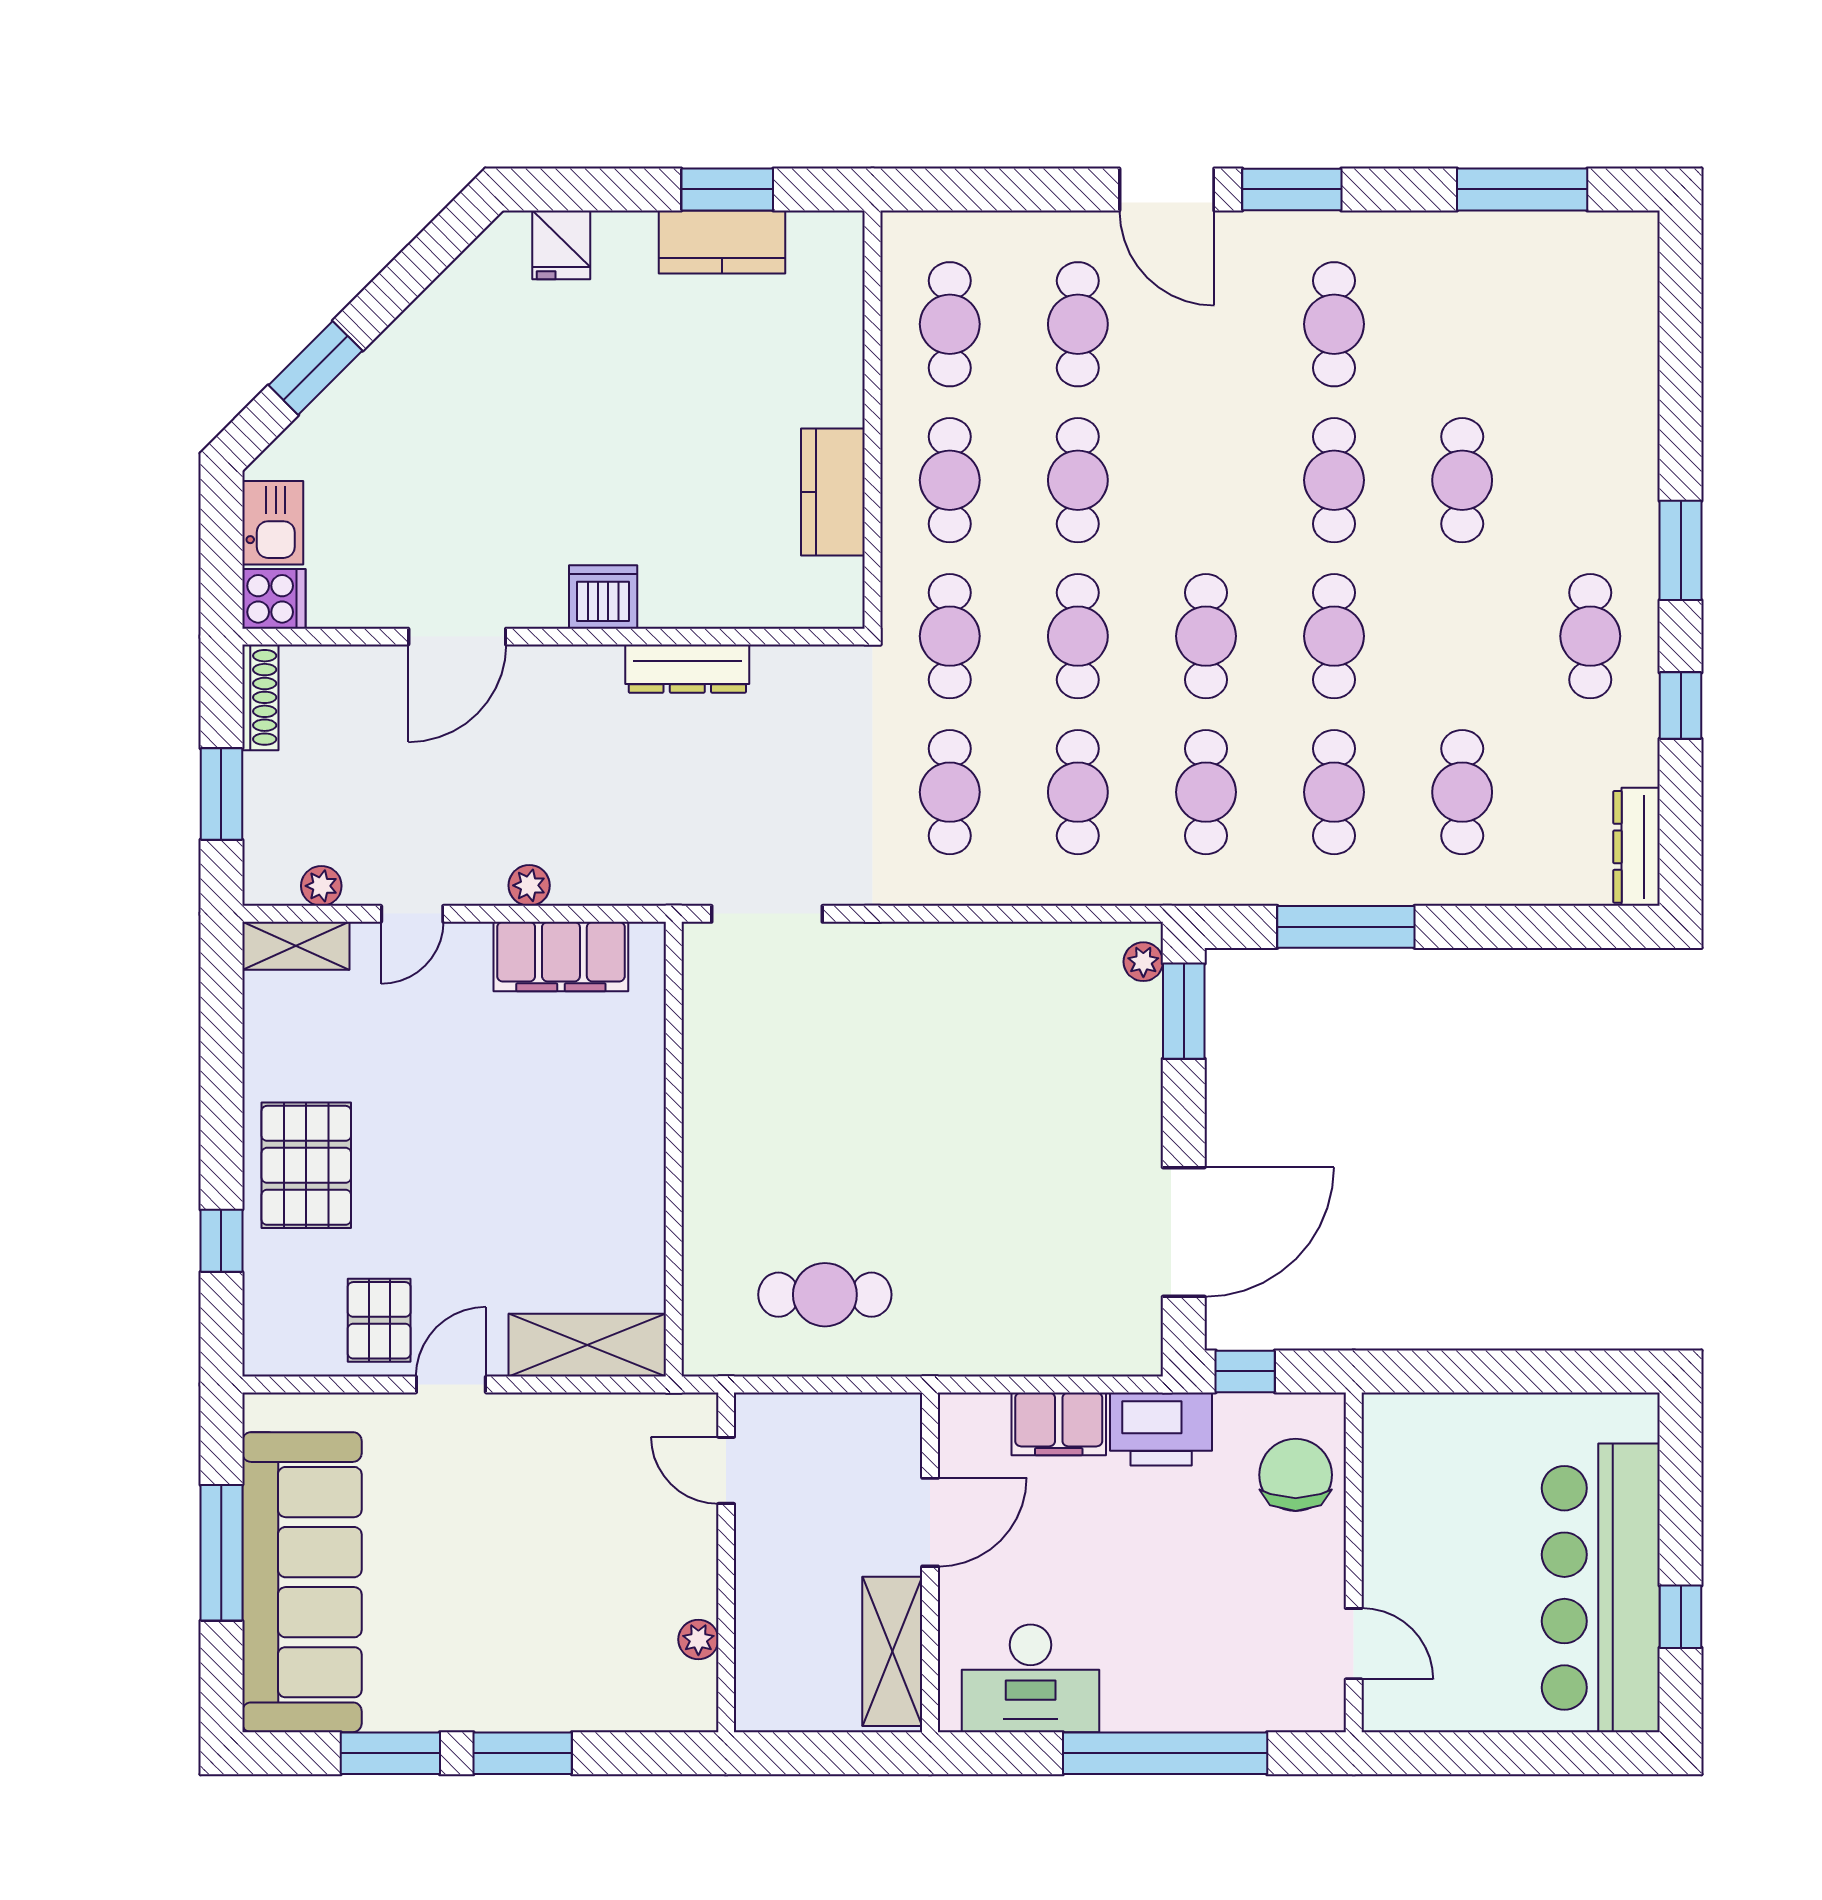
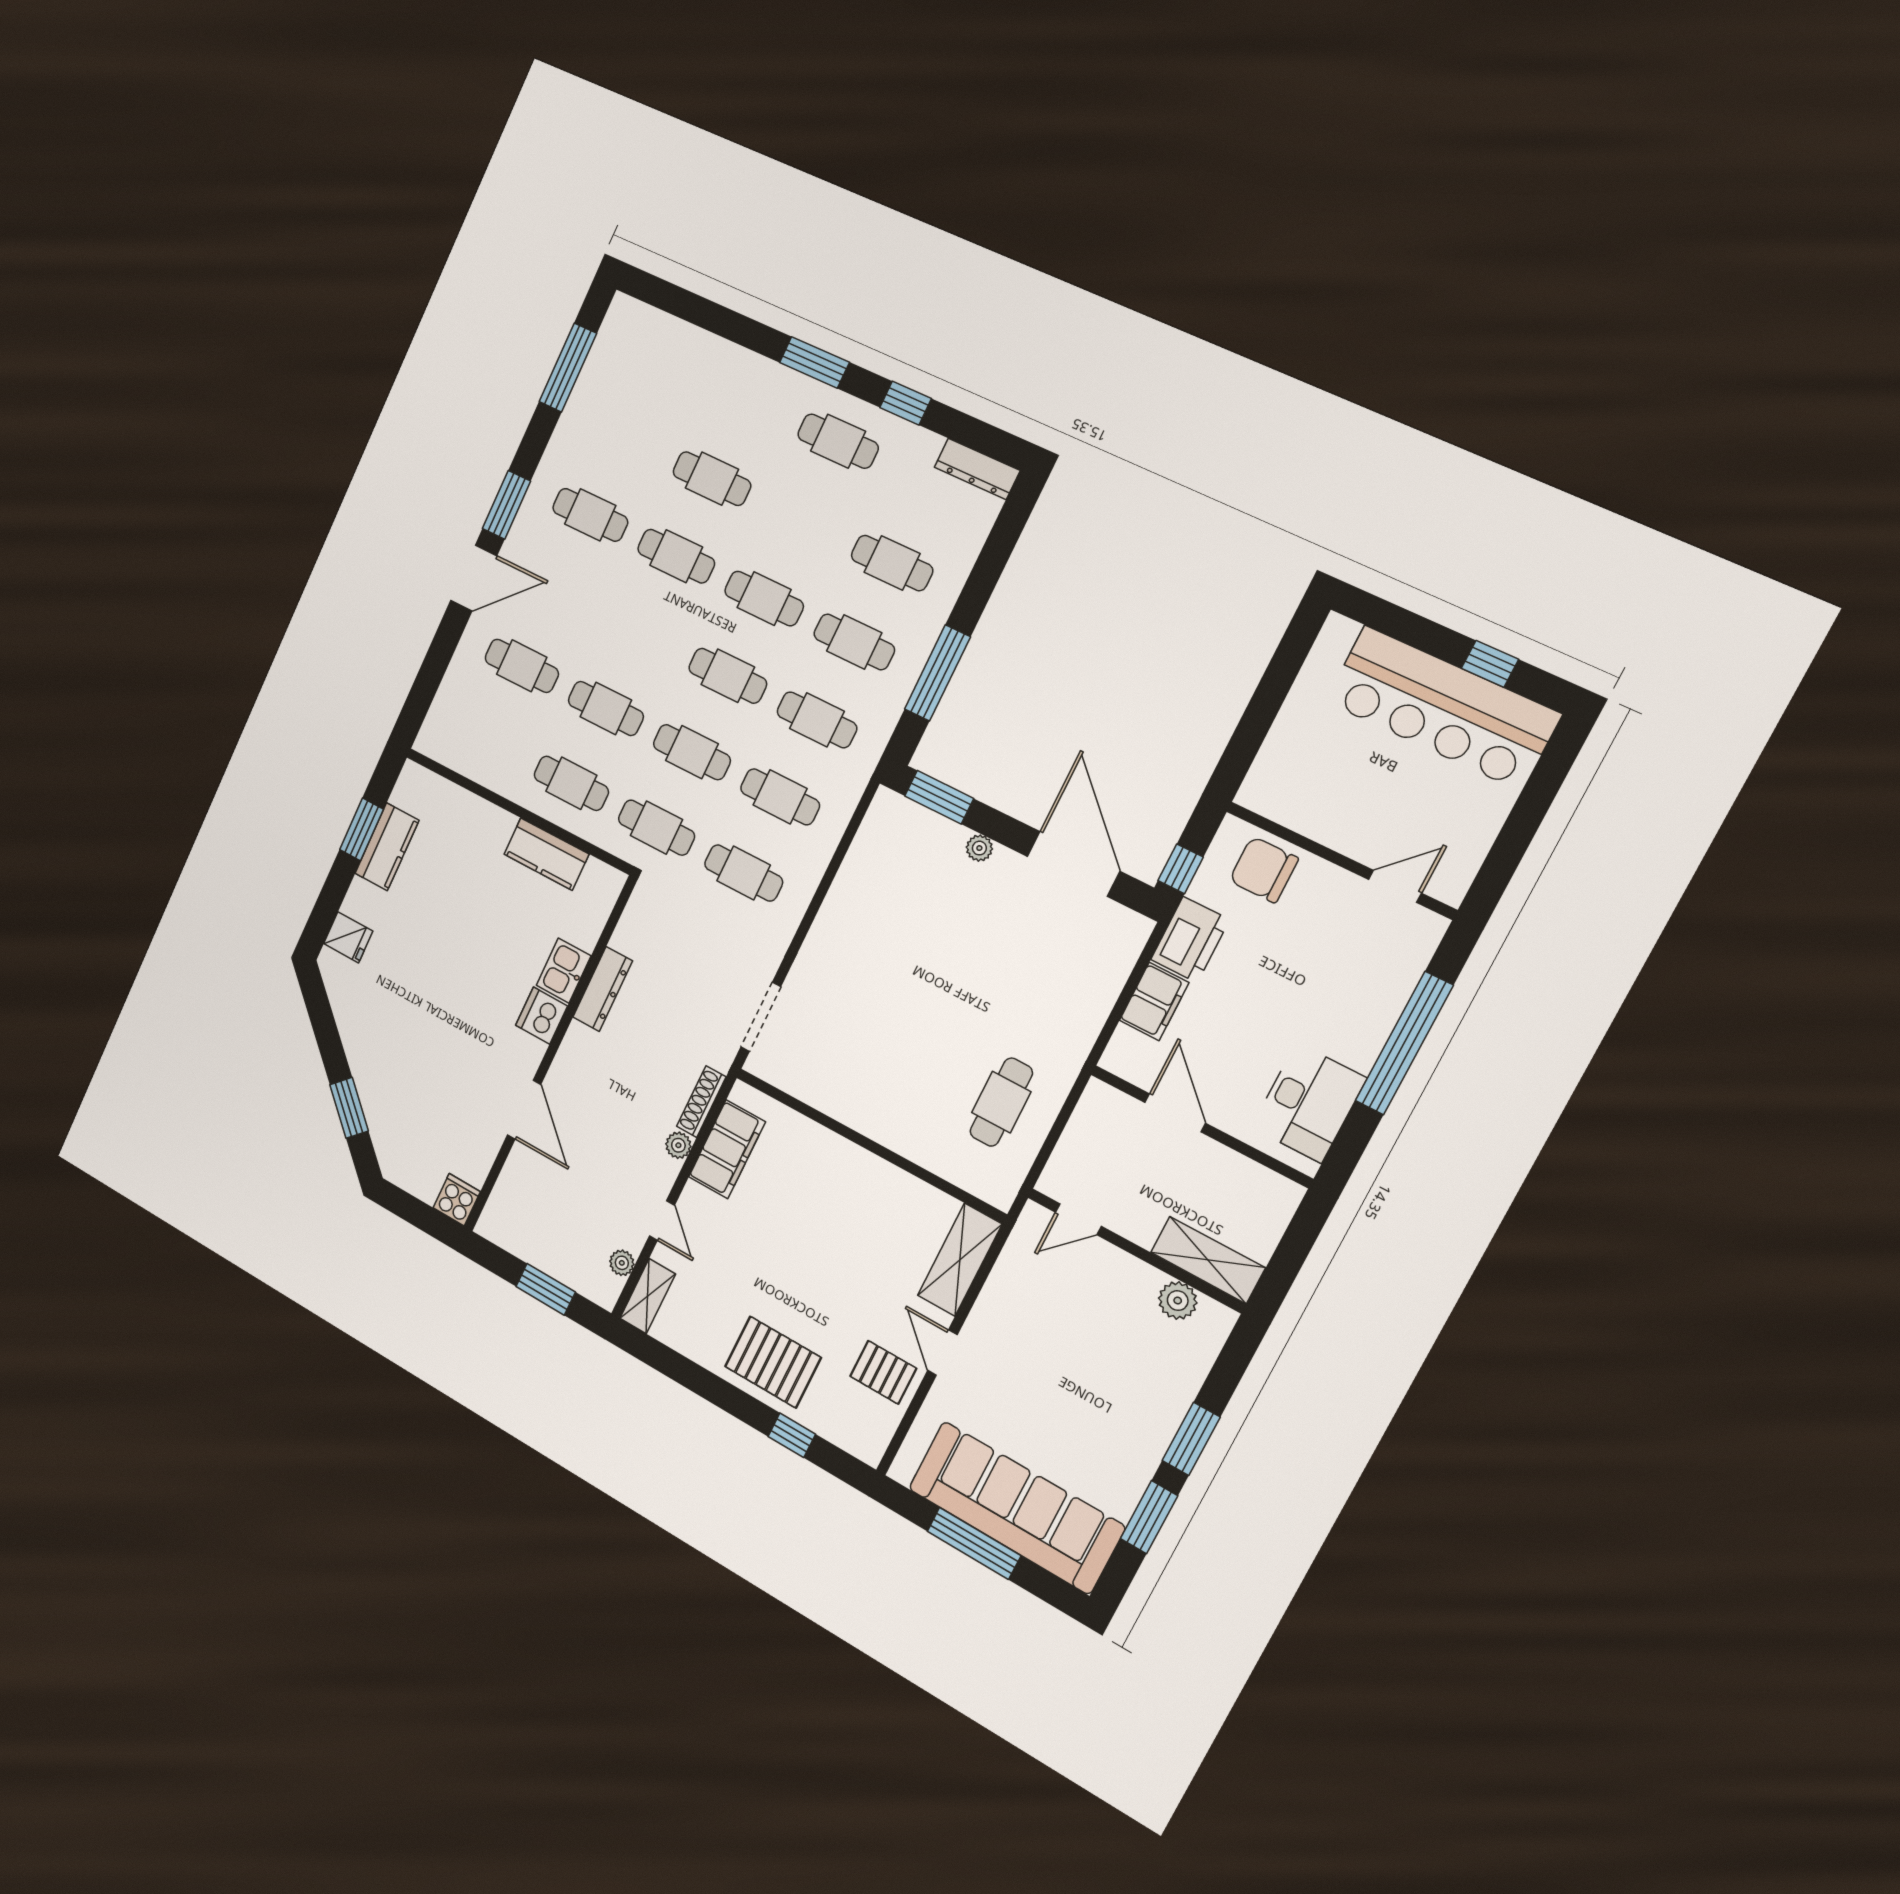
cafe table: (950, 324) -> (488, 740), removed
kitchen sink: (273, 523) -> (564, 971), moved, turned -90
shoe rack: (260, 697) -> (701, 1102), moved, turned -90
plant: (1143, 962) -> (979, 848), moved
plant: (698, 1639) -> (1178, 1301), width x1.38, depth x1.38
shelving: (892, 1651) -> (1208, 1260), moved

